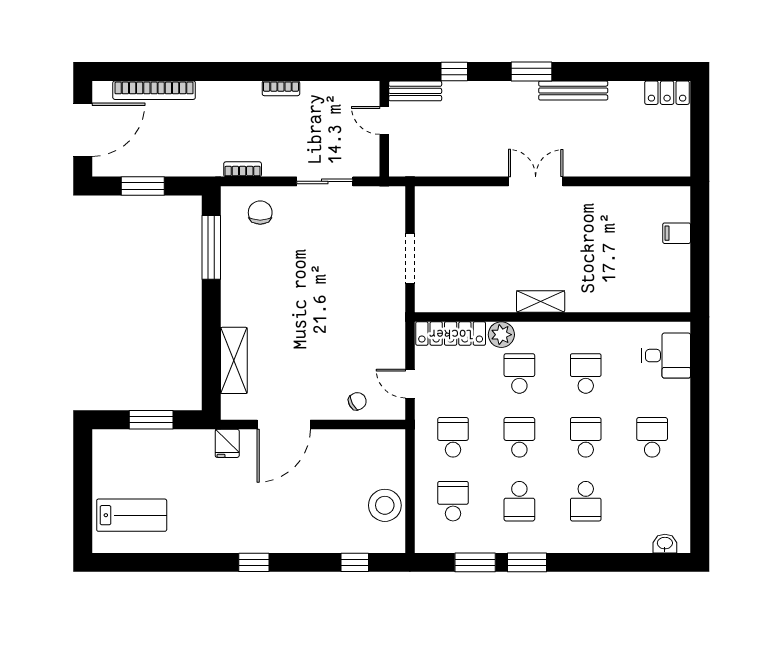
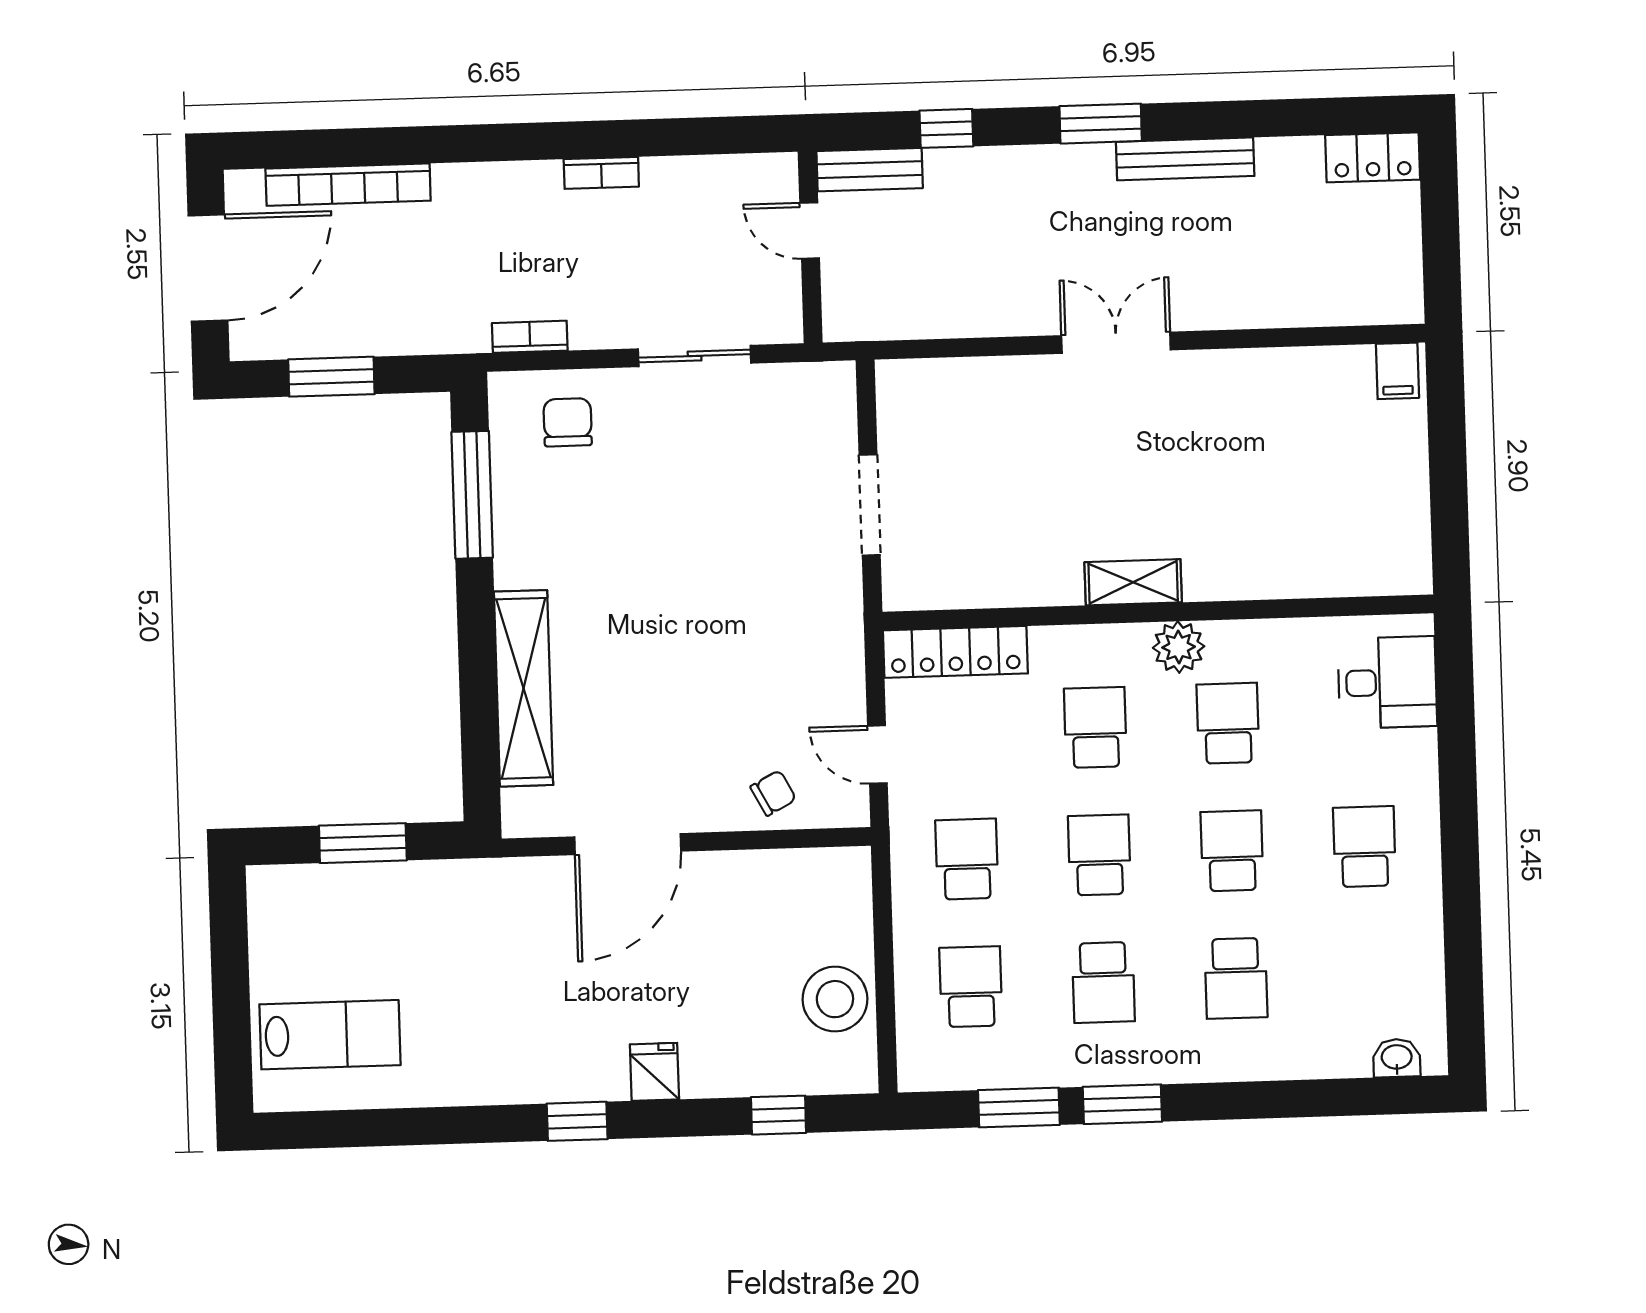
filing cabinet: (677, 233) -> (1397, 371), moved, turned -90
plant: (501, 335) -> (1179, 647), moved
shelving: (234, 360) -> (524, 688), width x1.47
fridge: (227, 443) -> (654, 1072), moved, turned 180

